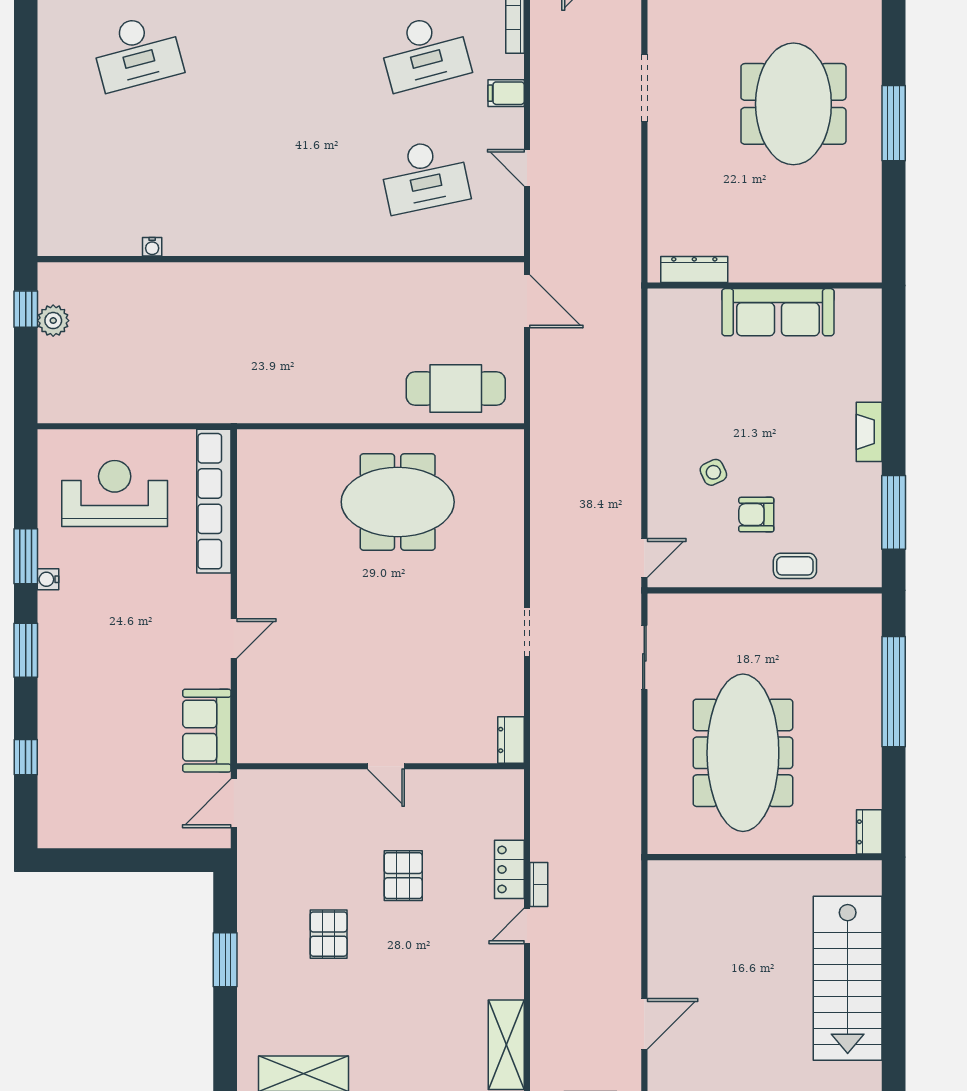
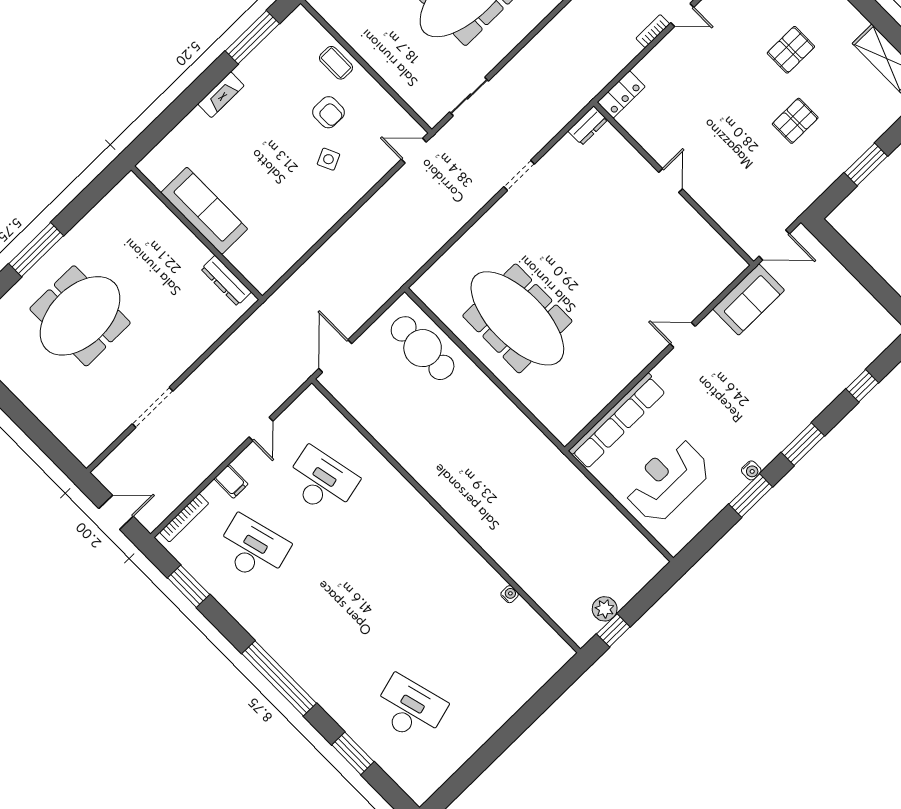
reception desk: (115, 494) -> (667, 480), turned 90
meeting table: (398, 502) -> (517, 318), width x1.36
locker: (509, 869) -> (621, 94), moved
pallet: (403, 876) -> (791, 50), moved

